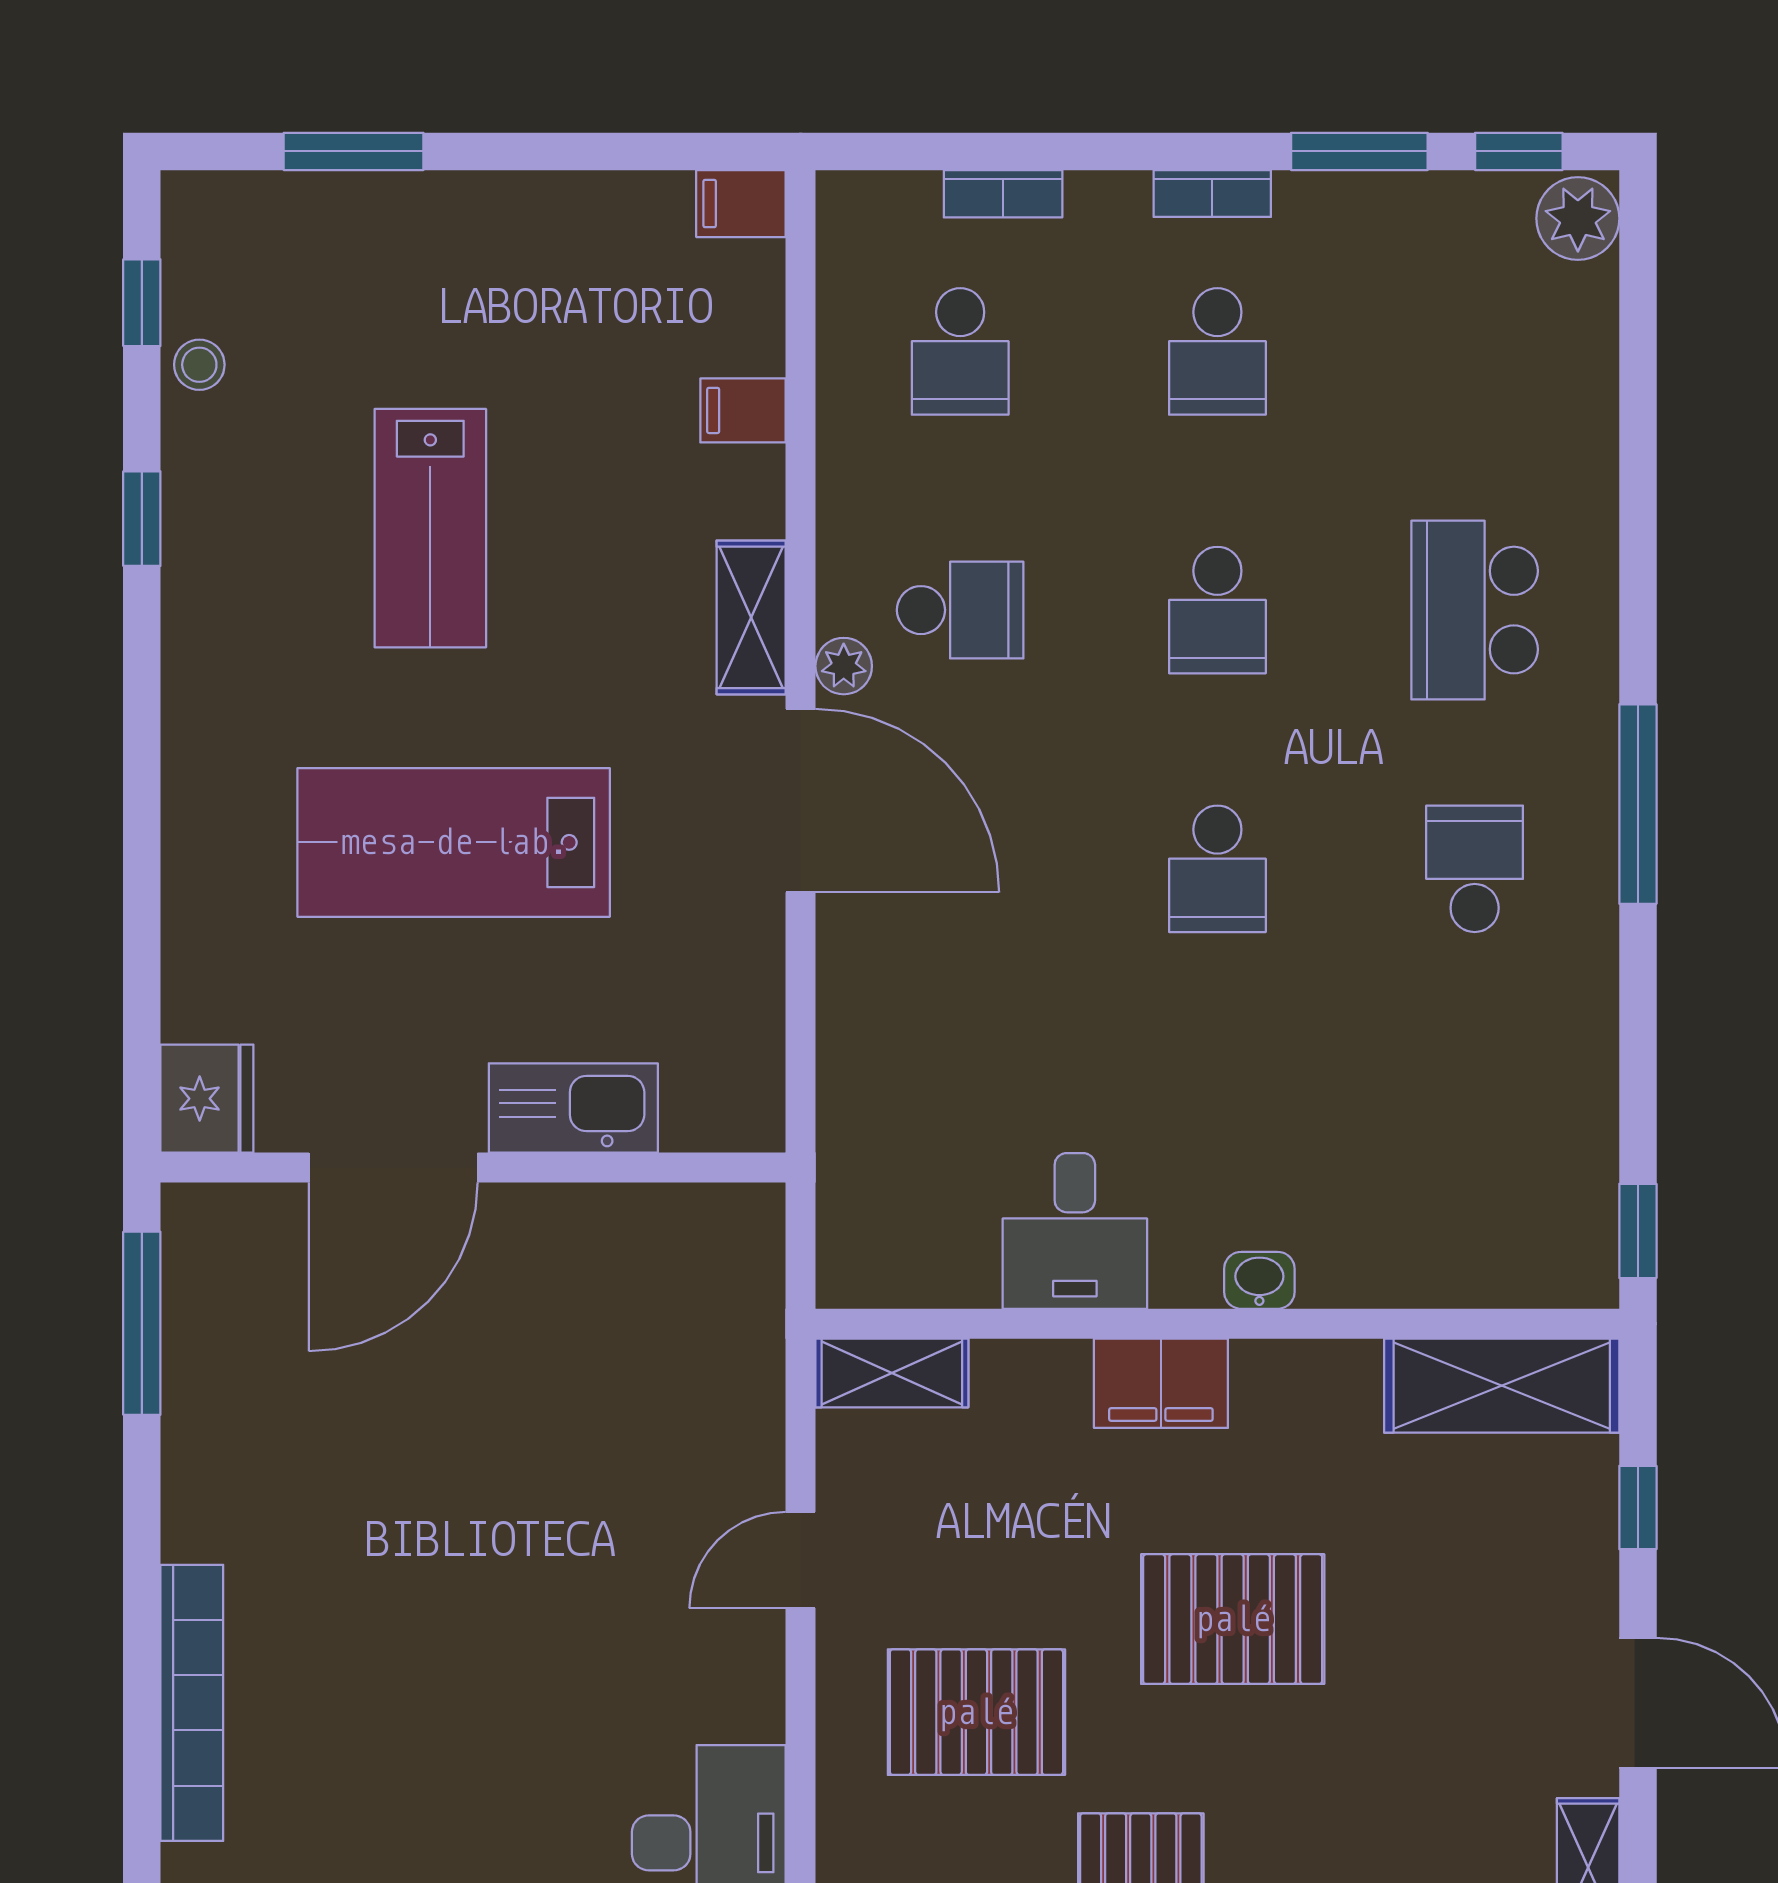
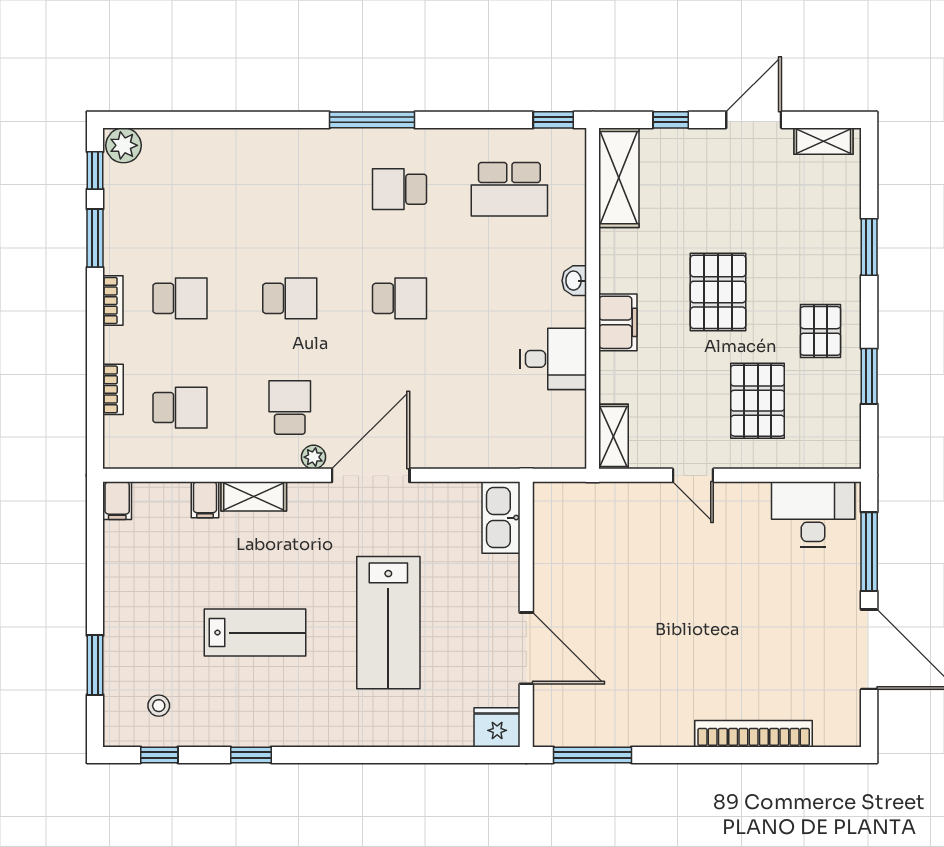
stool: (199, 365) -> (159, 706), moved
school desk: (1475, 610) -> (509, 189), moved
shelving: (751, 617) -> (254, 496), moved
kitchen sink: (573, 1108) -> (501, 518), moved

